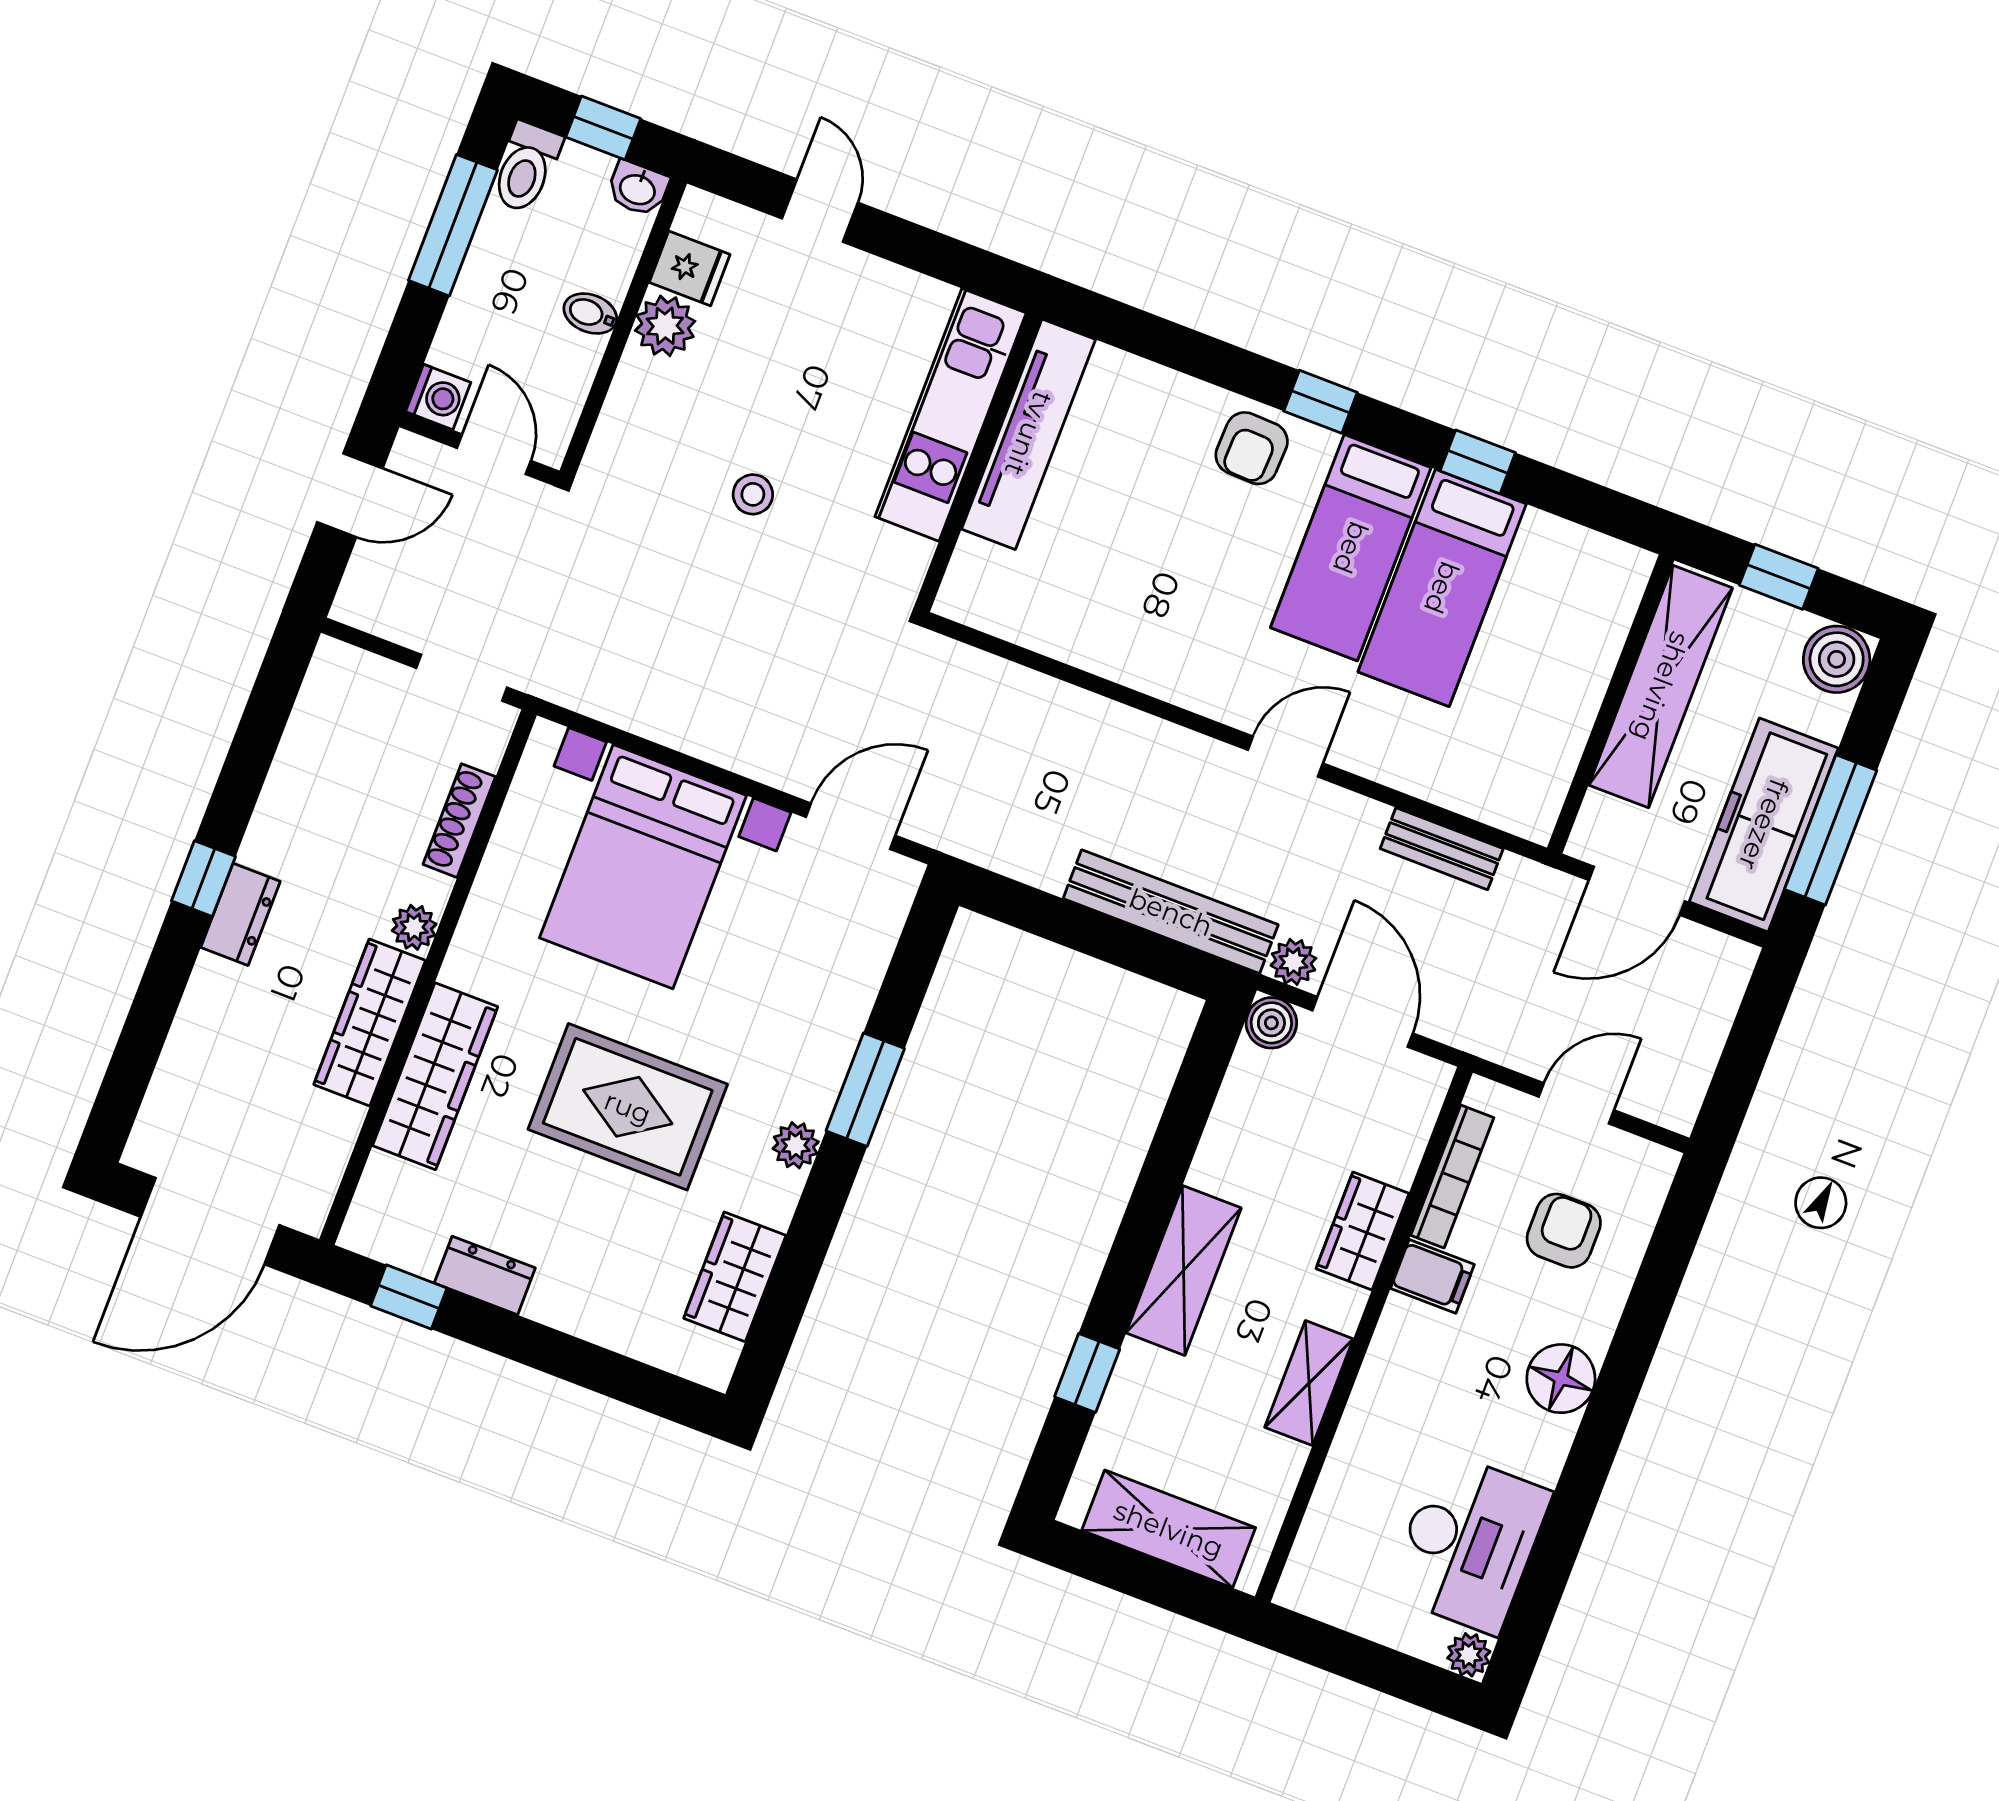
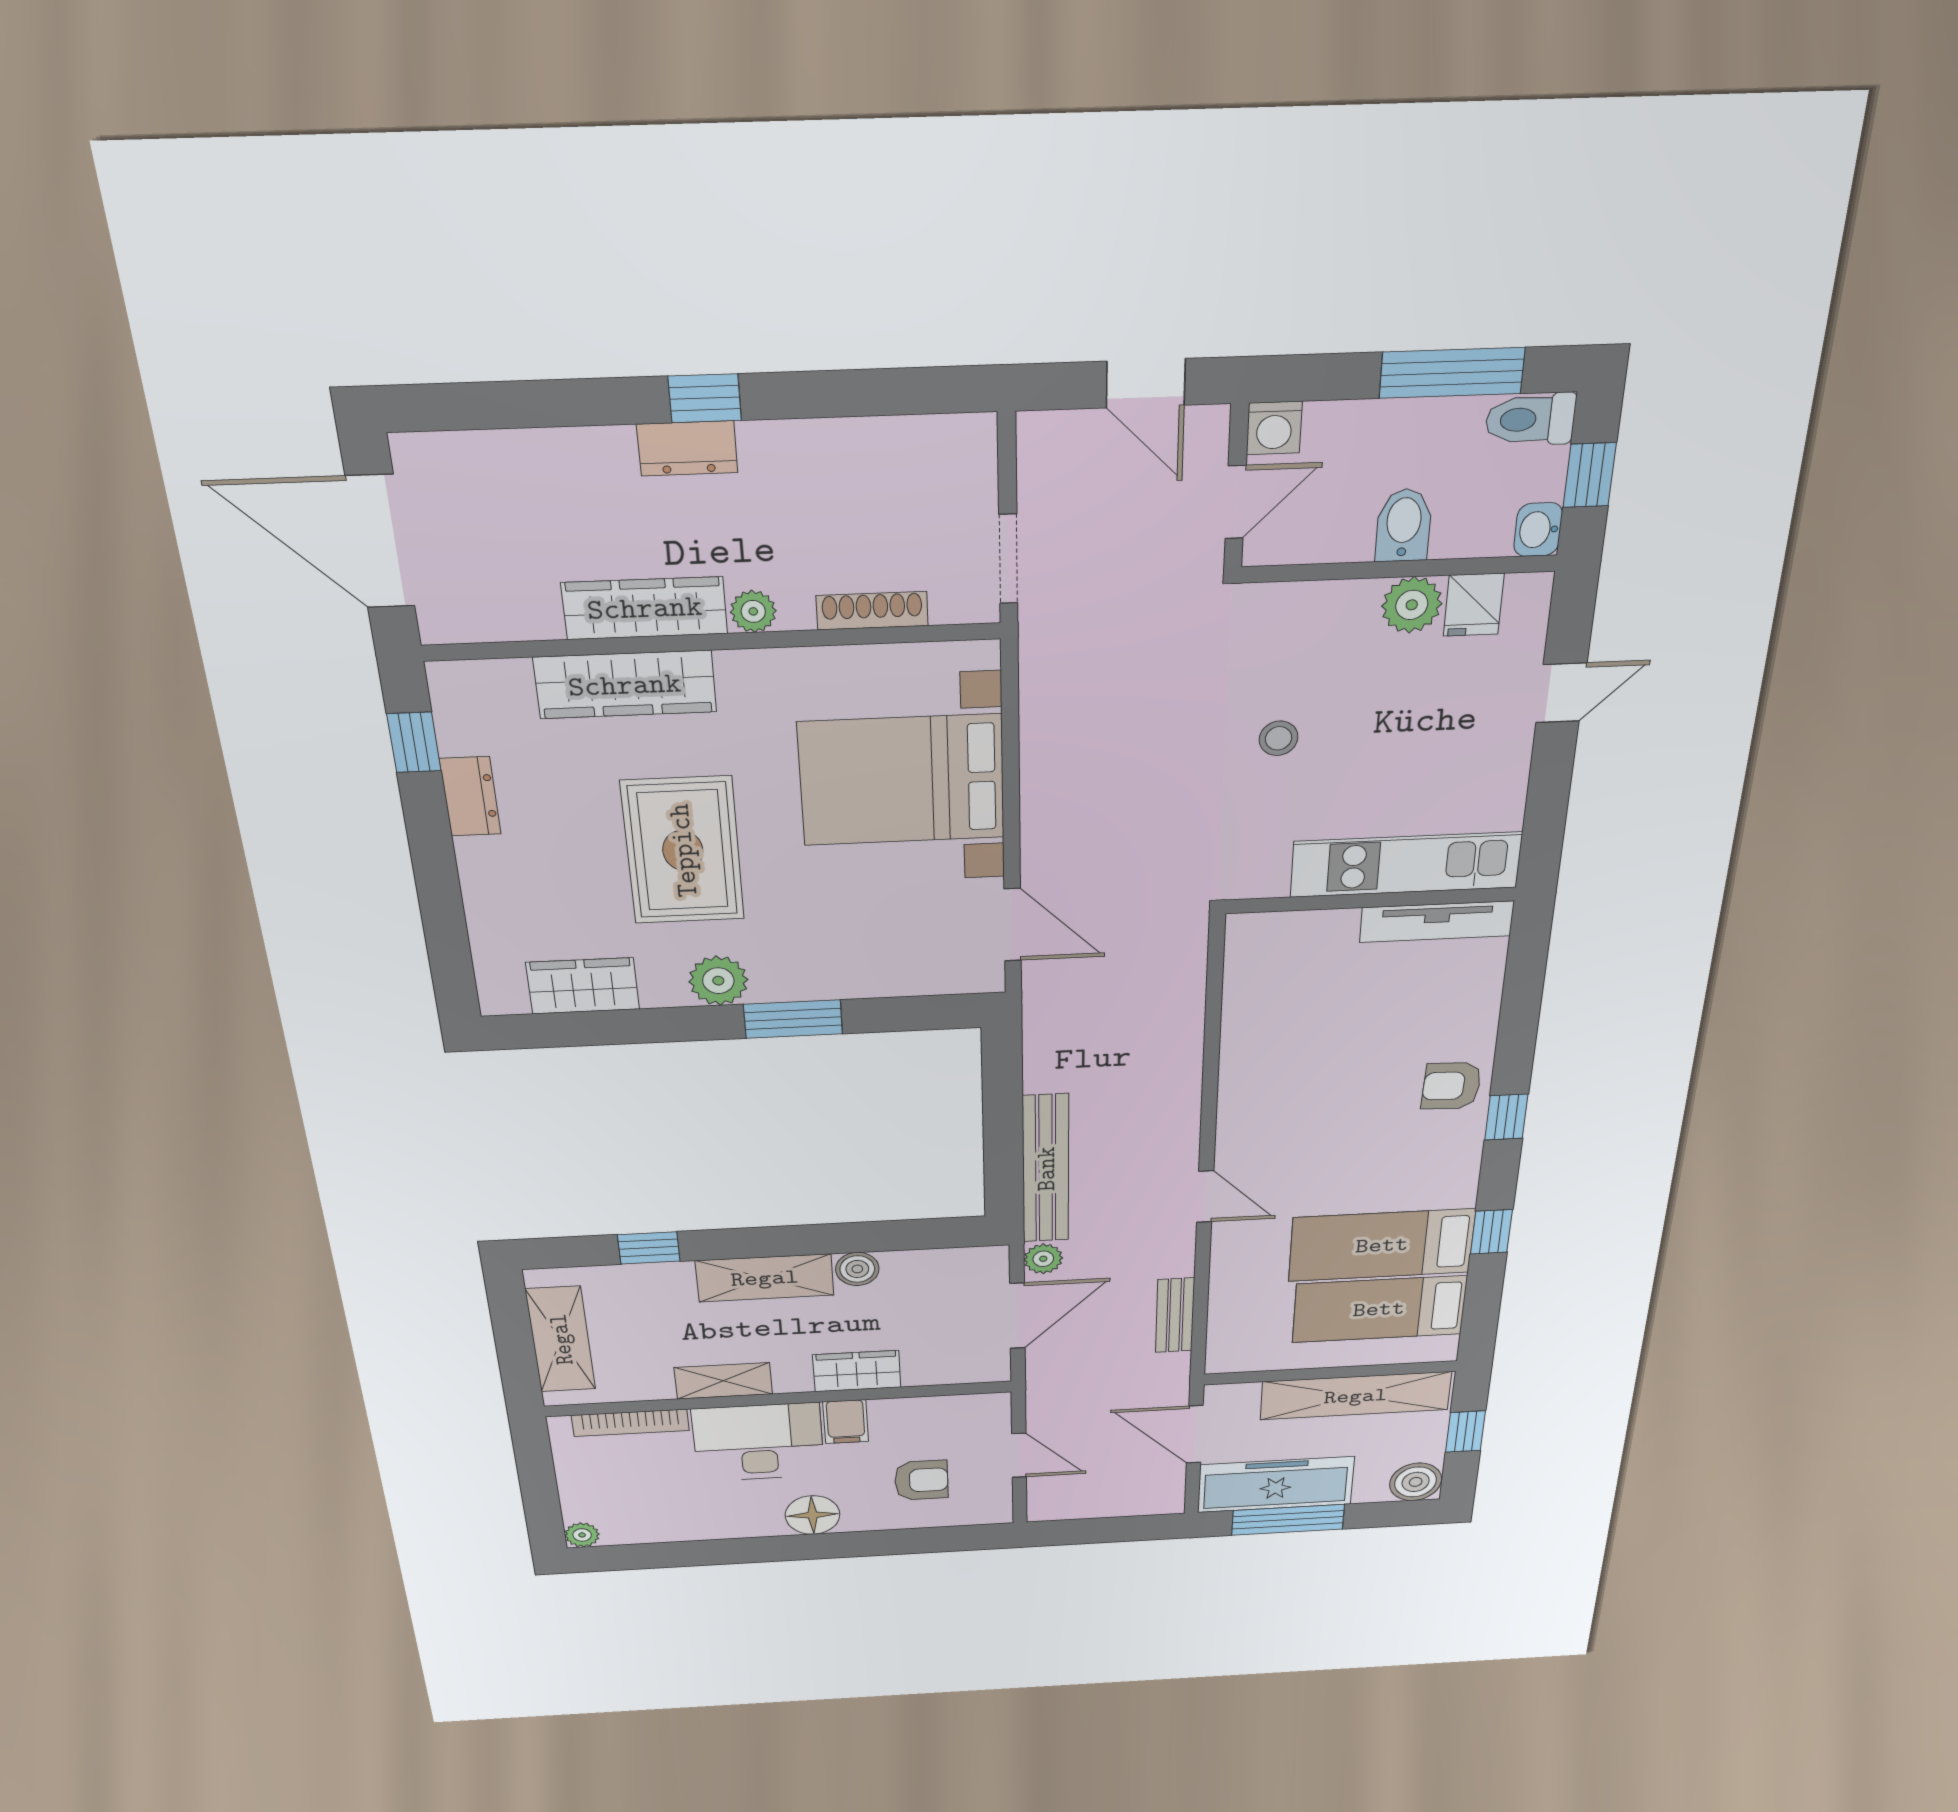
bidet: (590, 314) -> (1404, 525), width x1.38, depth x1.36
tv unit: (1029, 434) -> (1437, 922), width x0.73, depth x0.78
bed: (1351, 548) -> (1379, 1309), moved
boiler: (1271, 1023) -> (857, 1269), moved
plant: (796, 1145) -> (718, 981), width x1.38, depth x1.38
bookcase: (1452, 1176) -> (630, 1423), moved
desk: (1469, 1543) -> (758, 1442), moved, turned 180

